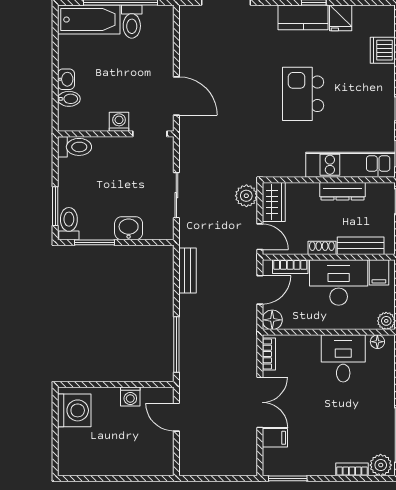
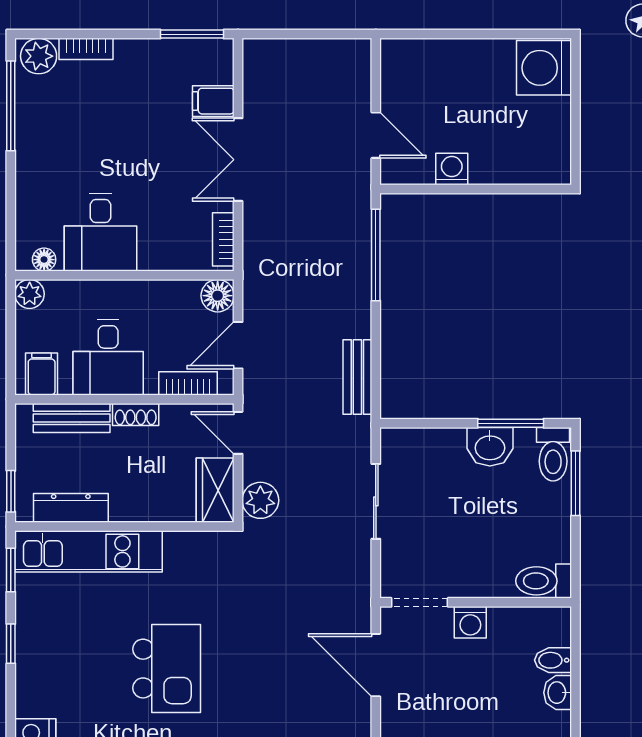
dresser: (343, 191) -> (71, 508), moved
washbasin: (129, 228) -> (490, 447), moved
desk: (339, 282) -> (108, 357), width x0.73
washing machine: (74, 410) -> (544, 68), moved

